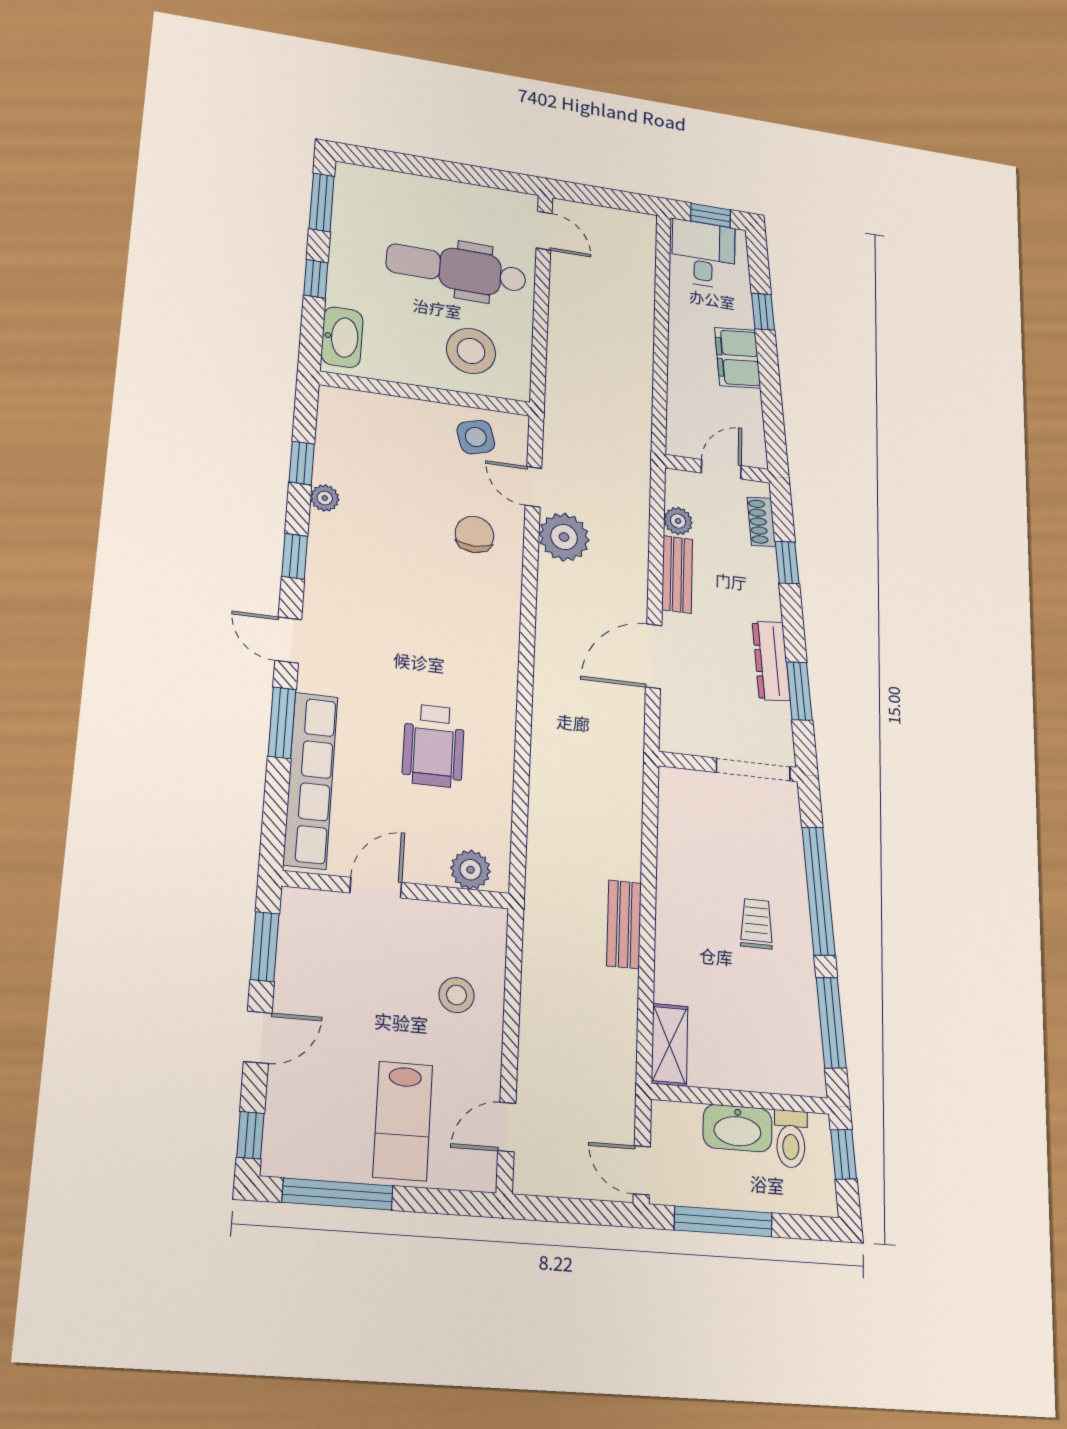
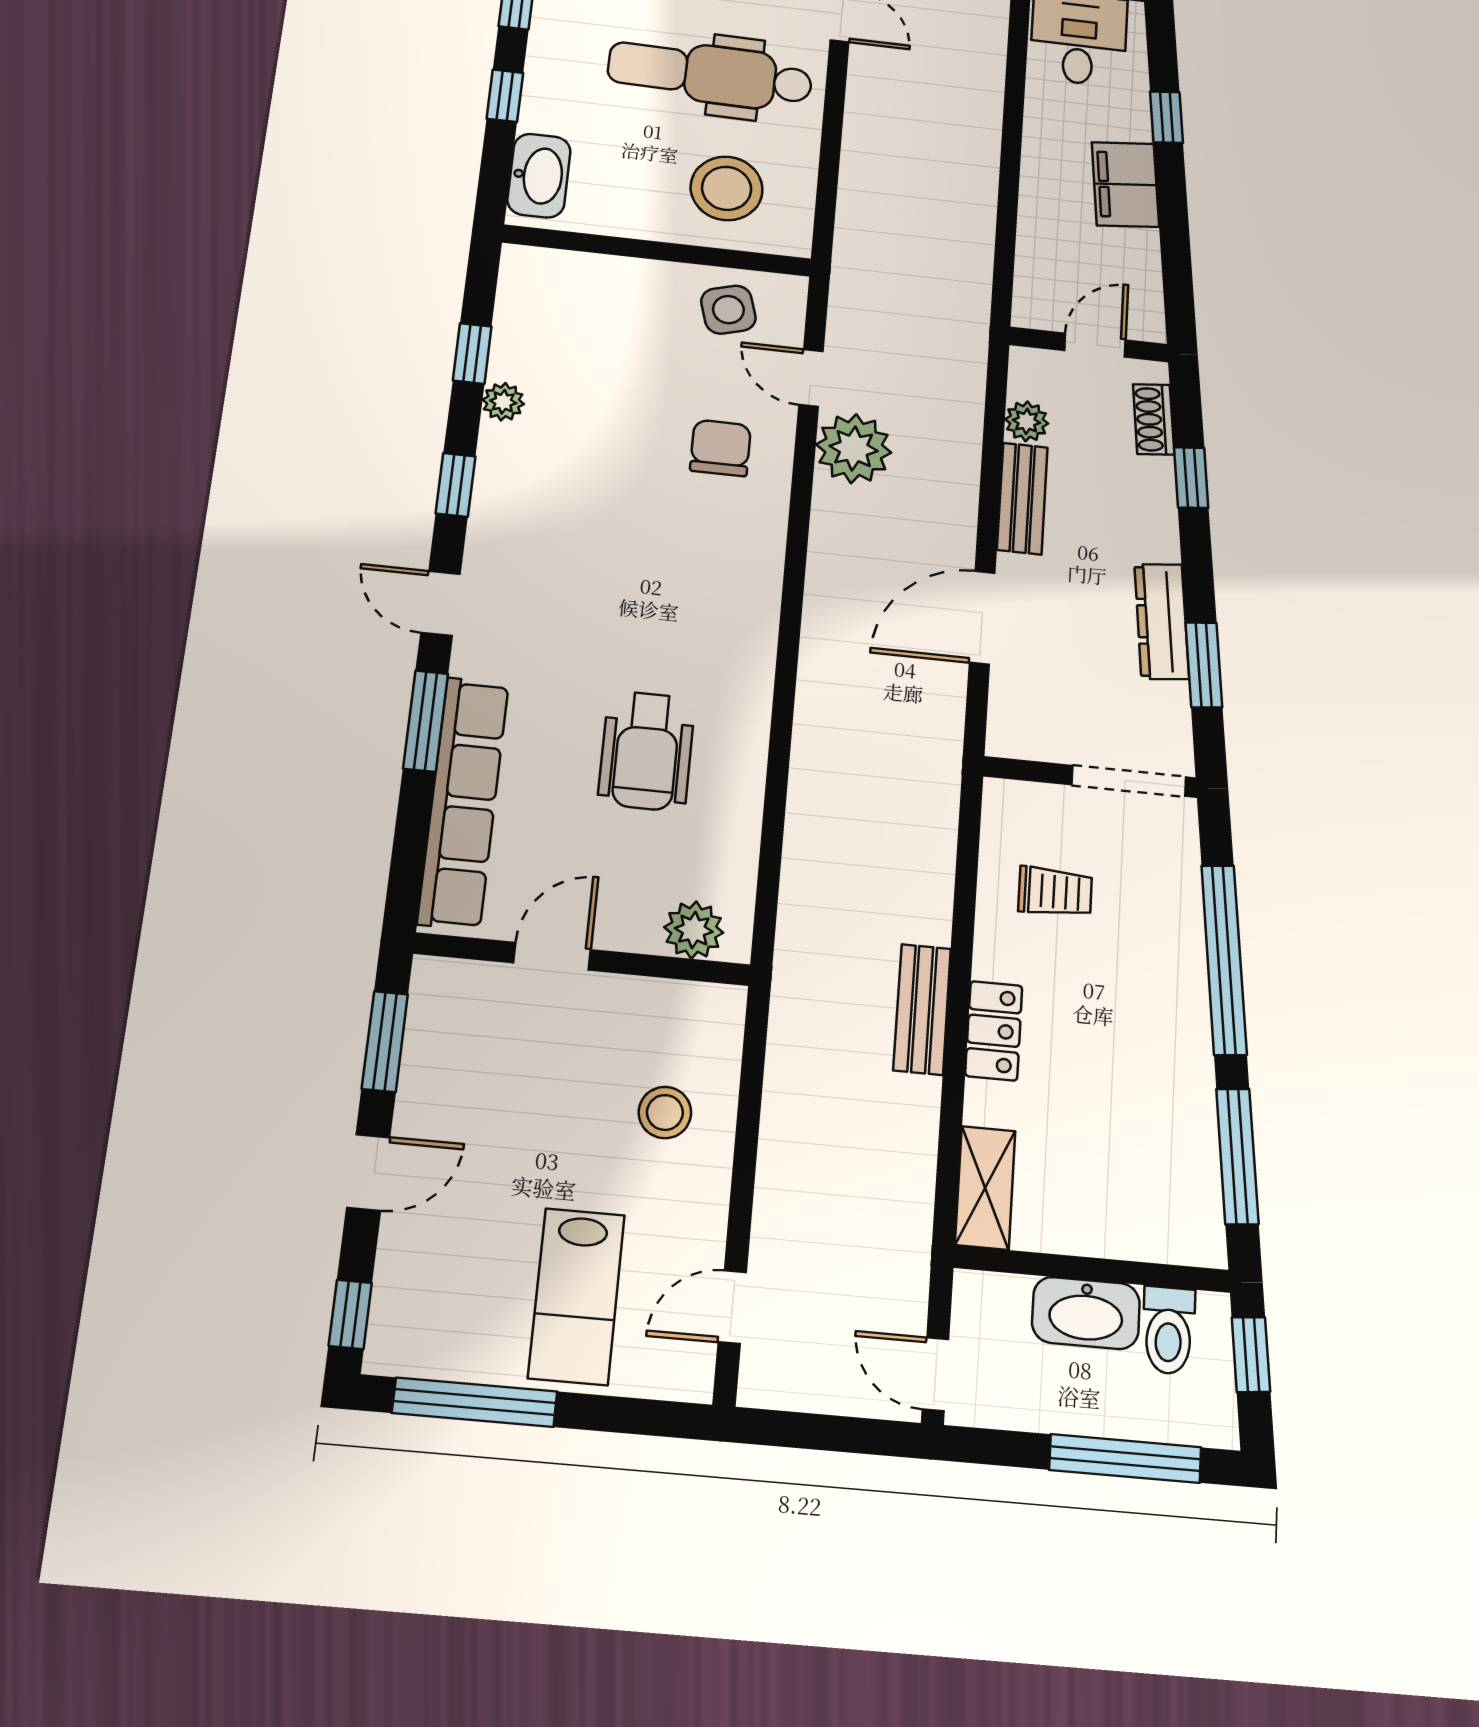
trolley: (756, 924) -> (1055, 892), moved, turned 90
locker: (671, 939) -> (994, 1031), added
window: (723, 1221) -> (1125, 1459), moved

